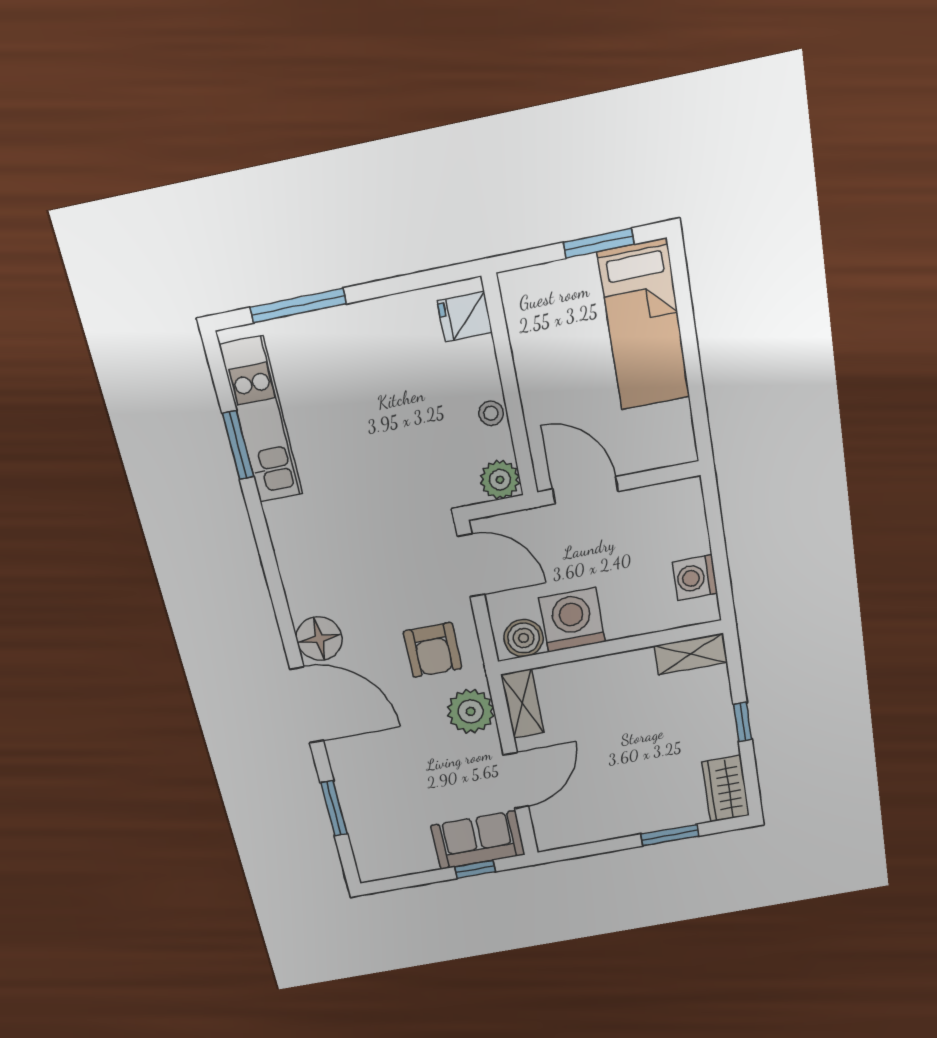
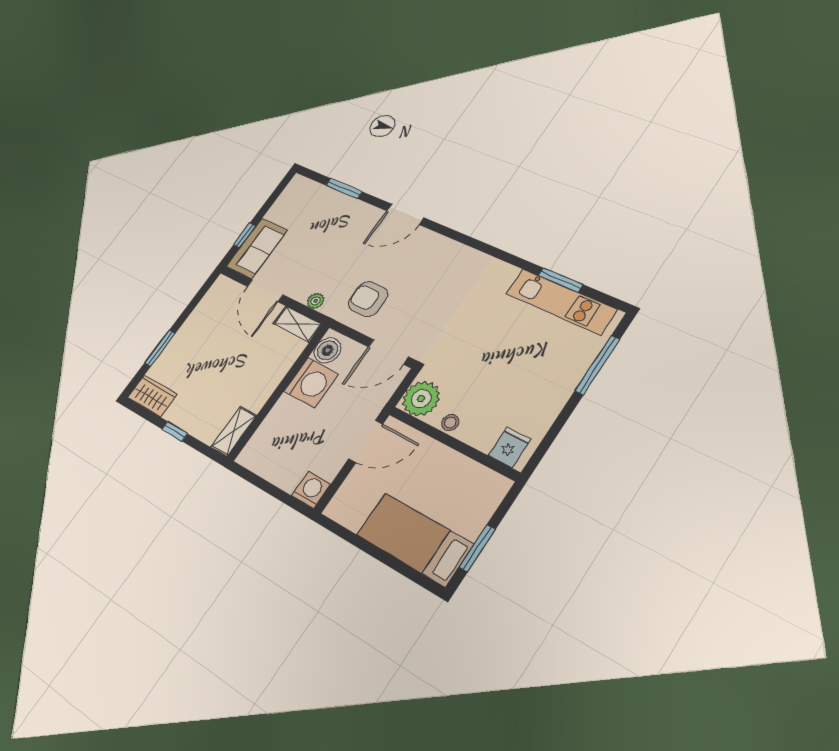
plant: (500, 480) -> (421, 399), width x1.36, depth x1.36
washing machine: (695, 578) -> (311, 490), moved
floor lamp: (319, 639) -> (430, 246), removed
door: (307, 705) -> (405, 214), width x0.73
plant: (471, 711) -> (316, 301), width x0.53, depth x0.53

